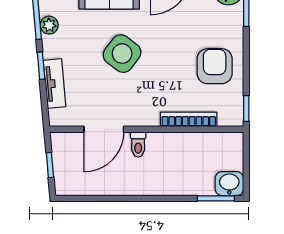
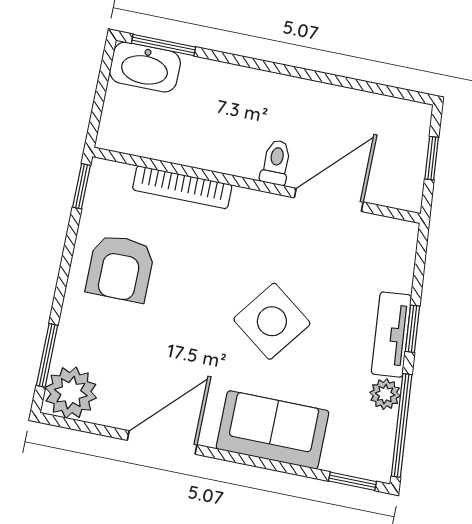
tv unit: (55, 83) -> (391, 335), moved
washbasin: (229, 184) -> (145, 67), width x1.38

